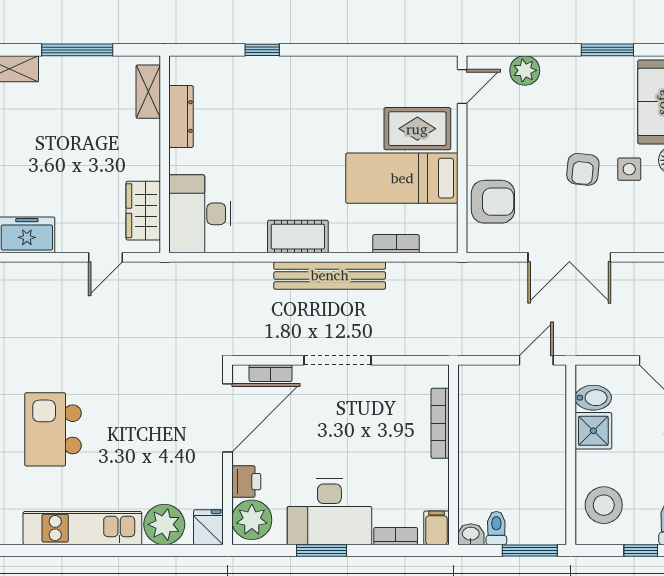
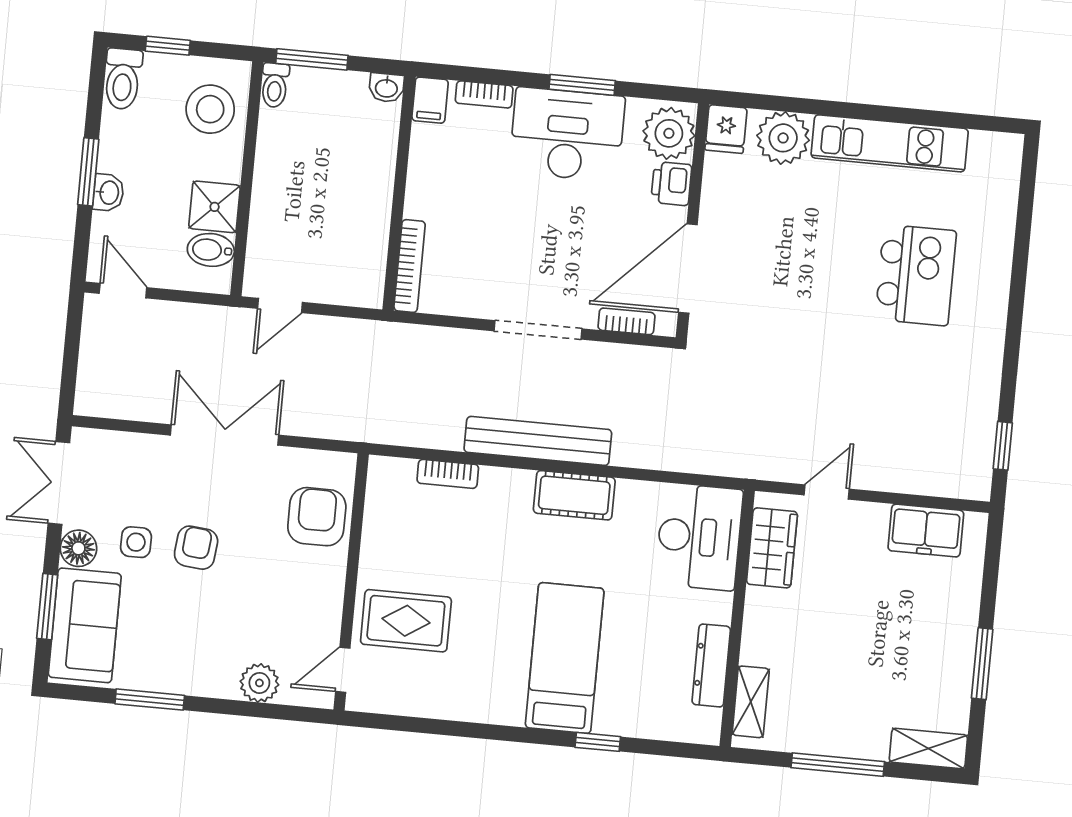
bed: (402, 178) -> (565, 658), moved, turned -90
armchair: (493, 202) -> (317, 517), turned 90
bookcase: (440, 423) -> (410, 266), moved
toilet: (496, 528) -> (275, 85), moved

